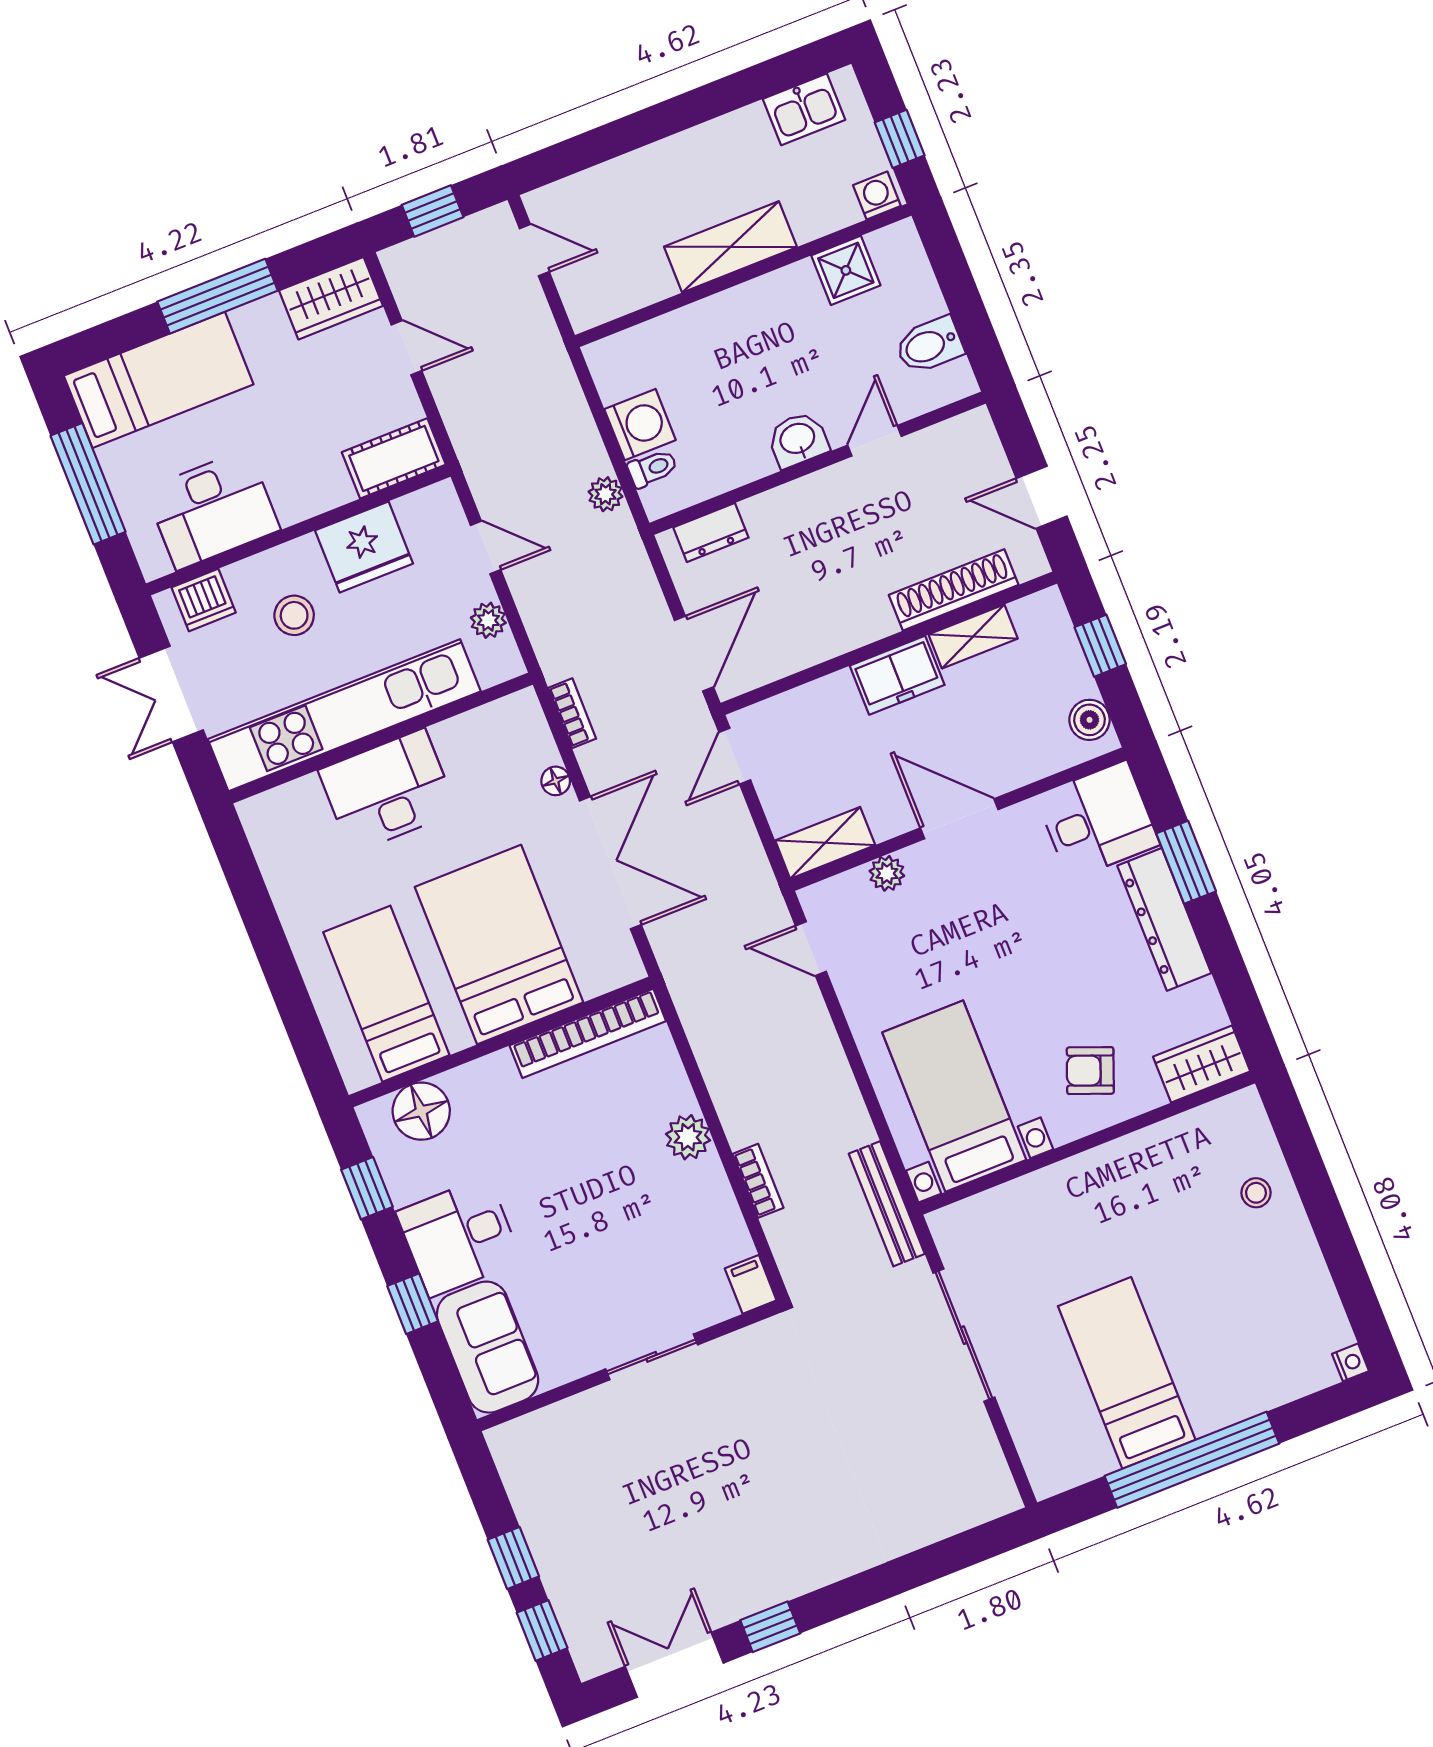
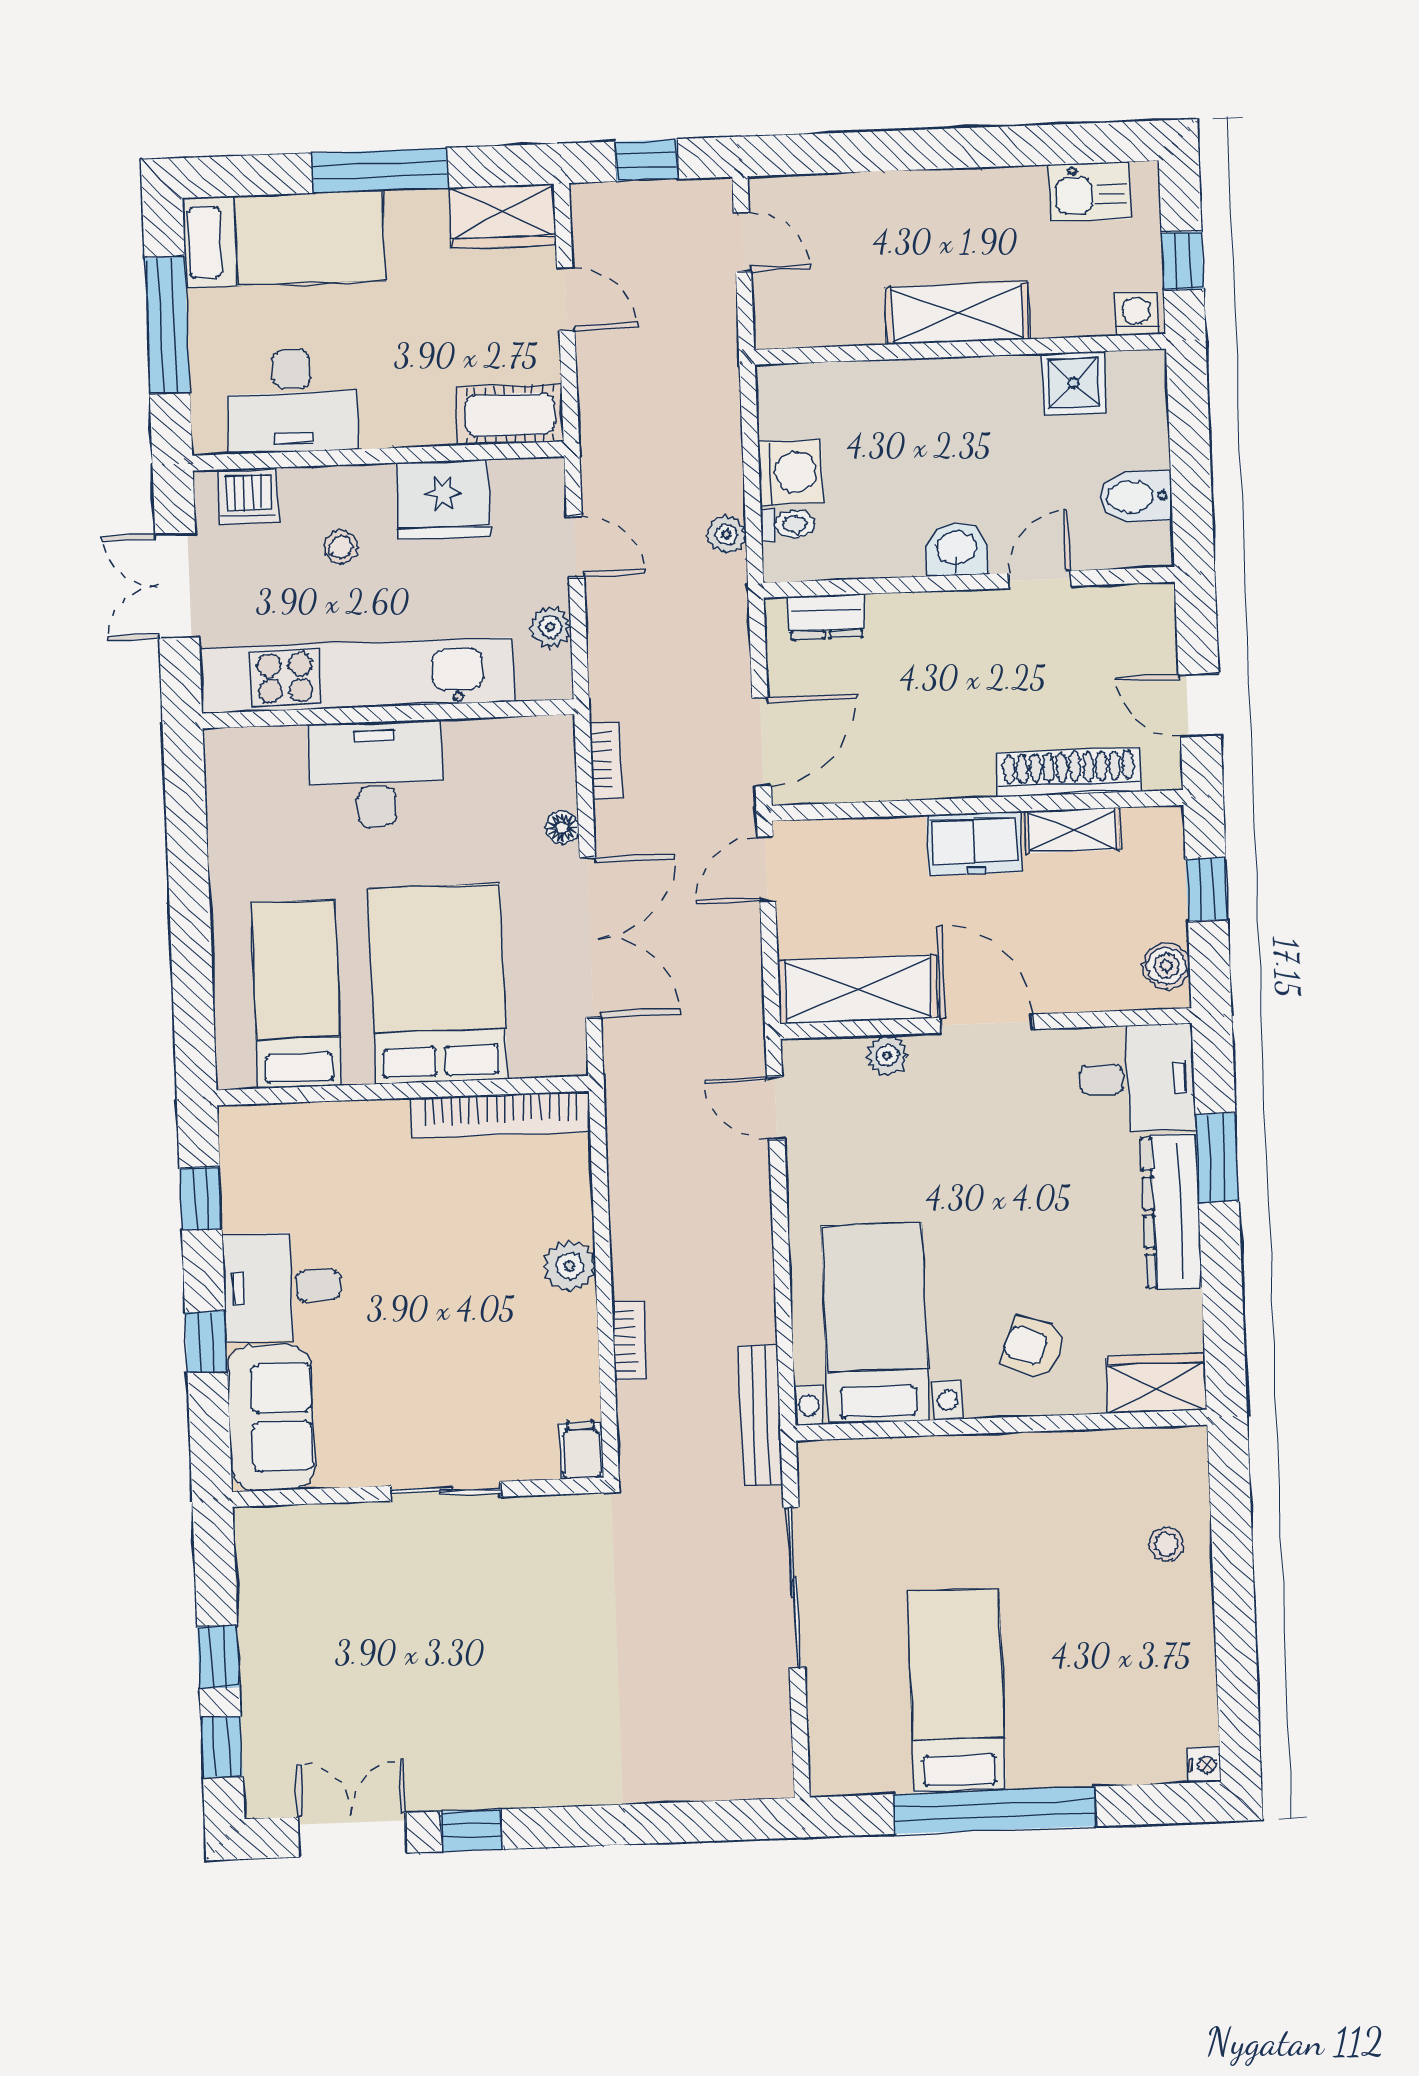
stool: (294, 615) -> (341, 547), width x0.73, depth x0.73
shelving: (825, 843) -> (858, 989), width x1.50, depth x1.33
floor lamp: (421, 1111) -> (289, 1135), removed

